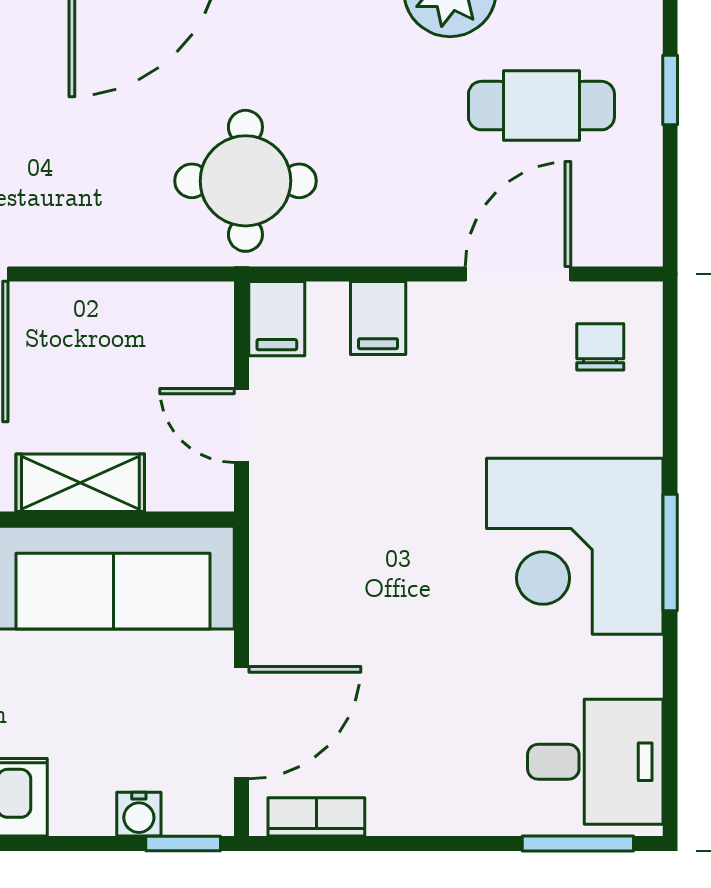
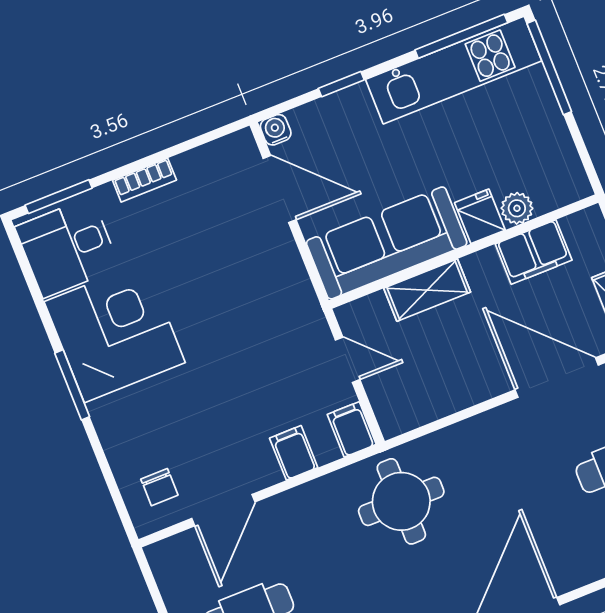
corner desk: (575, 546) -> (115, 332), moved
door: (241, 723) -> (280, 189), swing flipped
water cooler: (139, 814) -> (276, 130), moved
bookcase: (316, 817) -> (144, 180), moved
window: (183, 843) -> (341, 84), moved

